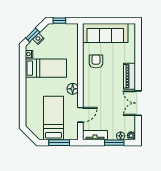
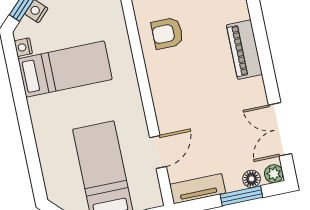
armchair: (96, 61) -> (167, 33), turned -90
floor lamp: (73, 89) -> (130, 101), removed
double door: (138, 103) -> (280, 129), moved

